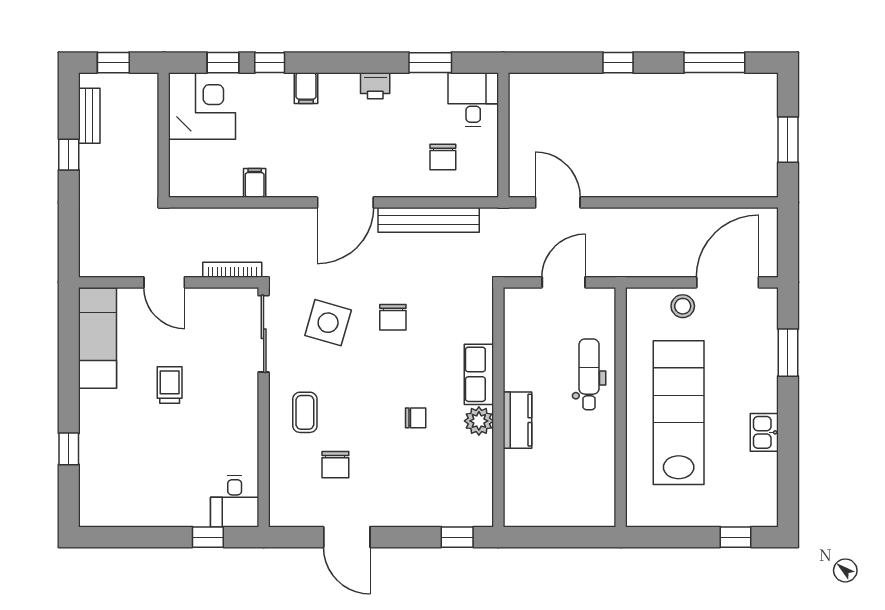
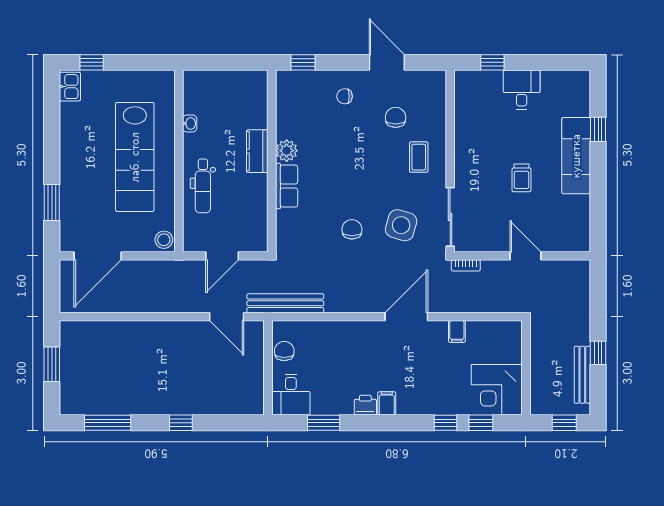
filing cabinet: (306, 88) -> (387, 403), moved
bench: (89, 116) -> (582, 375), width x1.36
chair: (443, 157) -> (284, 351), moved
door: (345, 202) -> (406, 317), moved
bench: (429, 220) -> (285, 303), moved
bookcase: (232, 270) -> (466, 265), width x0.64
stool: (683, 306) -> (164, 240), moved
exam couch: (98, 338) -> (576, 156), moved
chair: (416, 418) -> (345, 96), moved
kitchen sink: (764, 432) -> (70, 87), moved
washbasin: (606, 457) -> (190, 124), added
desk: (235, 501) -> (522, 90), moved

